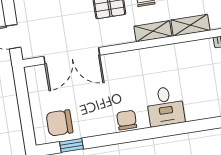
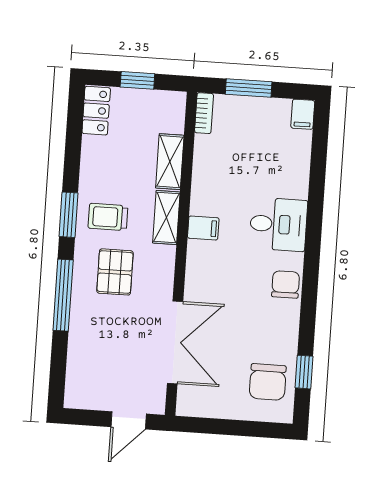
filing cabinet: (152, 57) -> (203, 228), added
chair: (127, 120) -> (286, 284), turned 90

